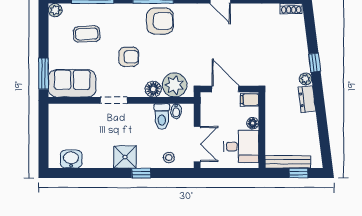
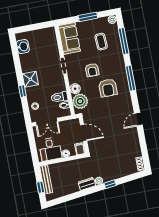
armchair: (160, 21) -> (108, 88), moved
window: (44, 74) -> (88, 17), moved
door: (225, 89) -> (84, 133), hinge flipped

